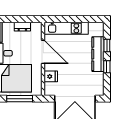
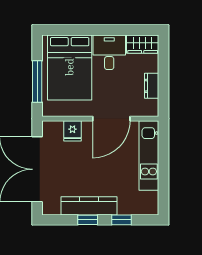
kitchen counter: (98, 54) -> (89, 206), moved

